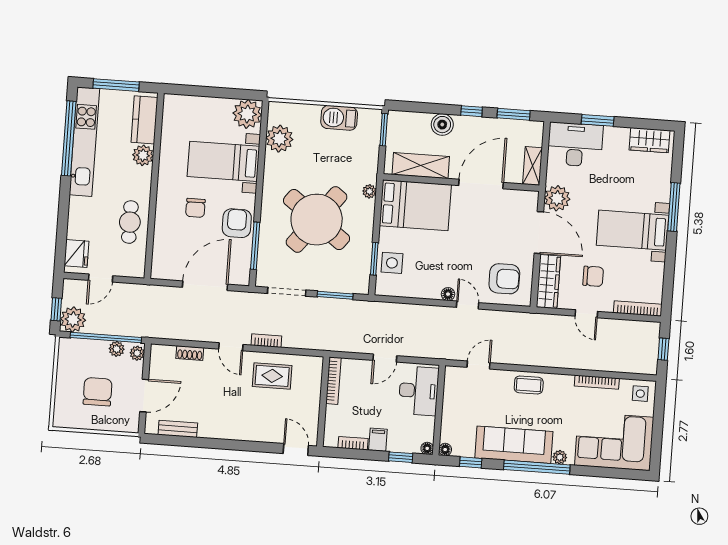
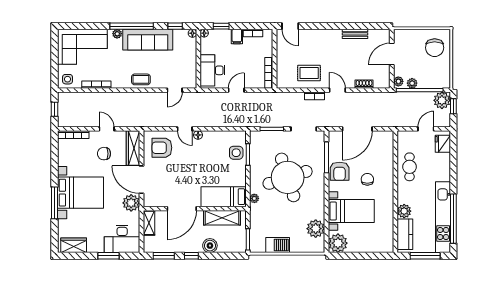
bed: (415, 205) -> (224, 197), width x0.67
round table: (317, 220) -> (288, 177), turned 35
bed with nightstands: (633, 230) -> (80, 193), width x1.36
chair: (98, 392) -> (435, 48), moved
bench: (178, 429) -> (355, 34), moved

